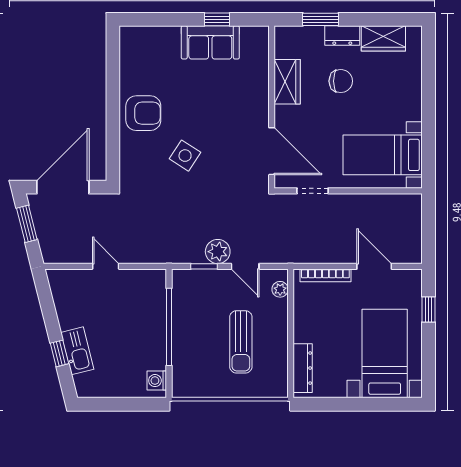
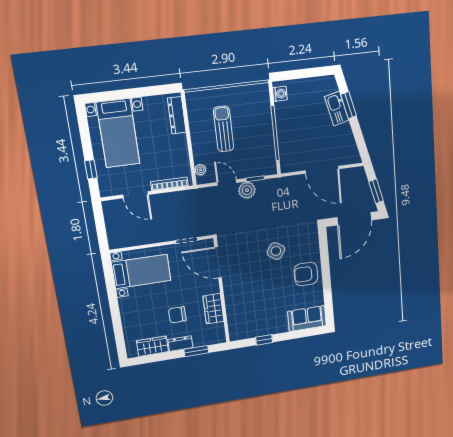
sofa: (210, 42) -> (307, 319), moved
door: (106, 266) -> (322, 170), width x1.88
window: (59, 353) -> (349, 105), width x1.50

